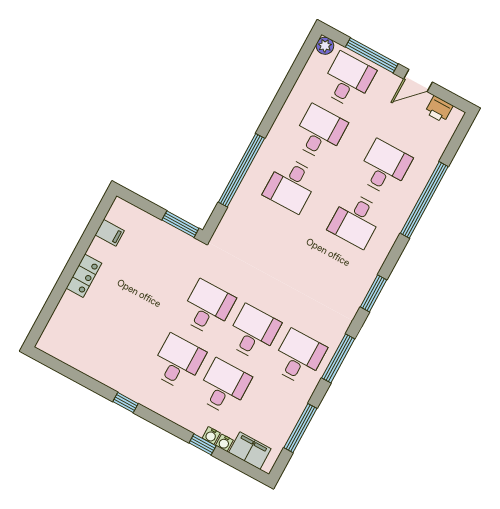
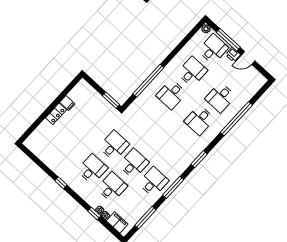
printer: (439, 109) -> (233, 55), moved
desk: (384, 168) -> (220, 97), turned 180
filing cabinet: (110, 233) -> (67, 103), moved

